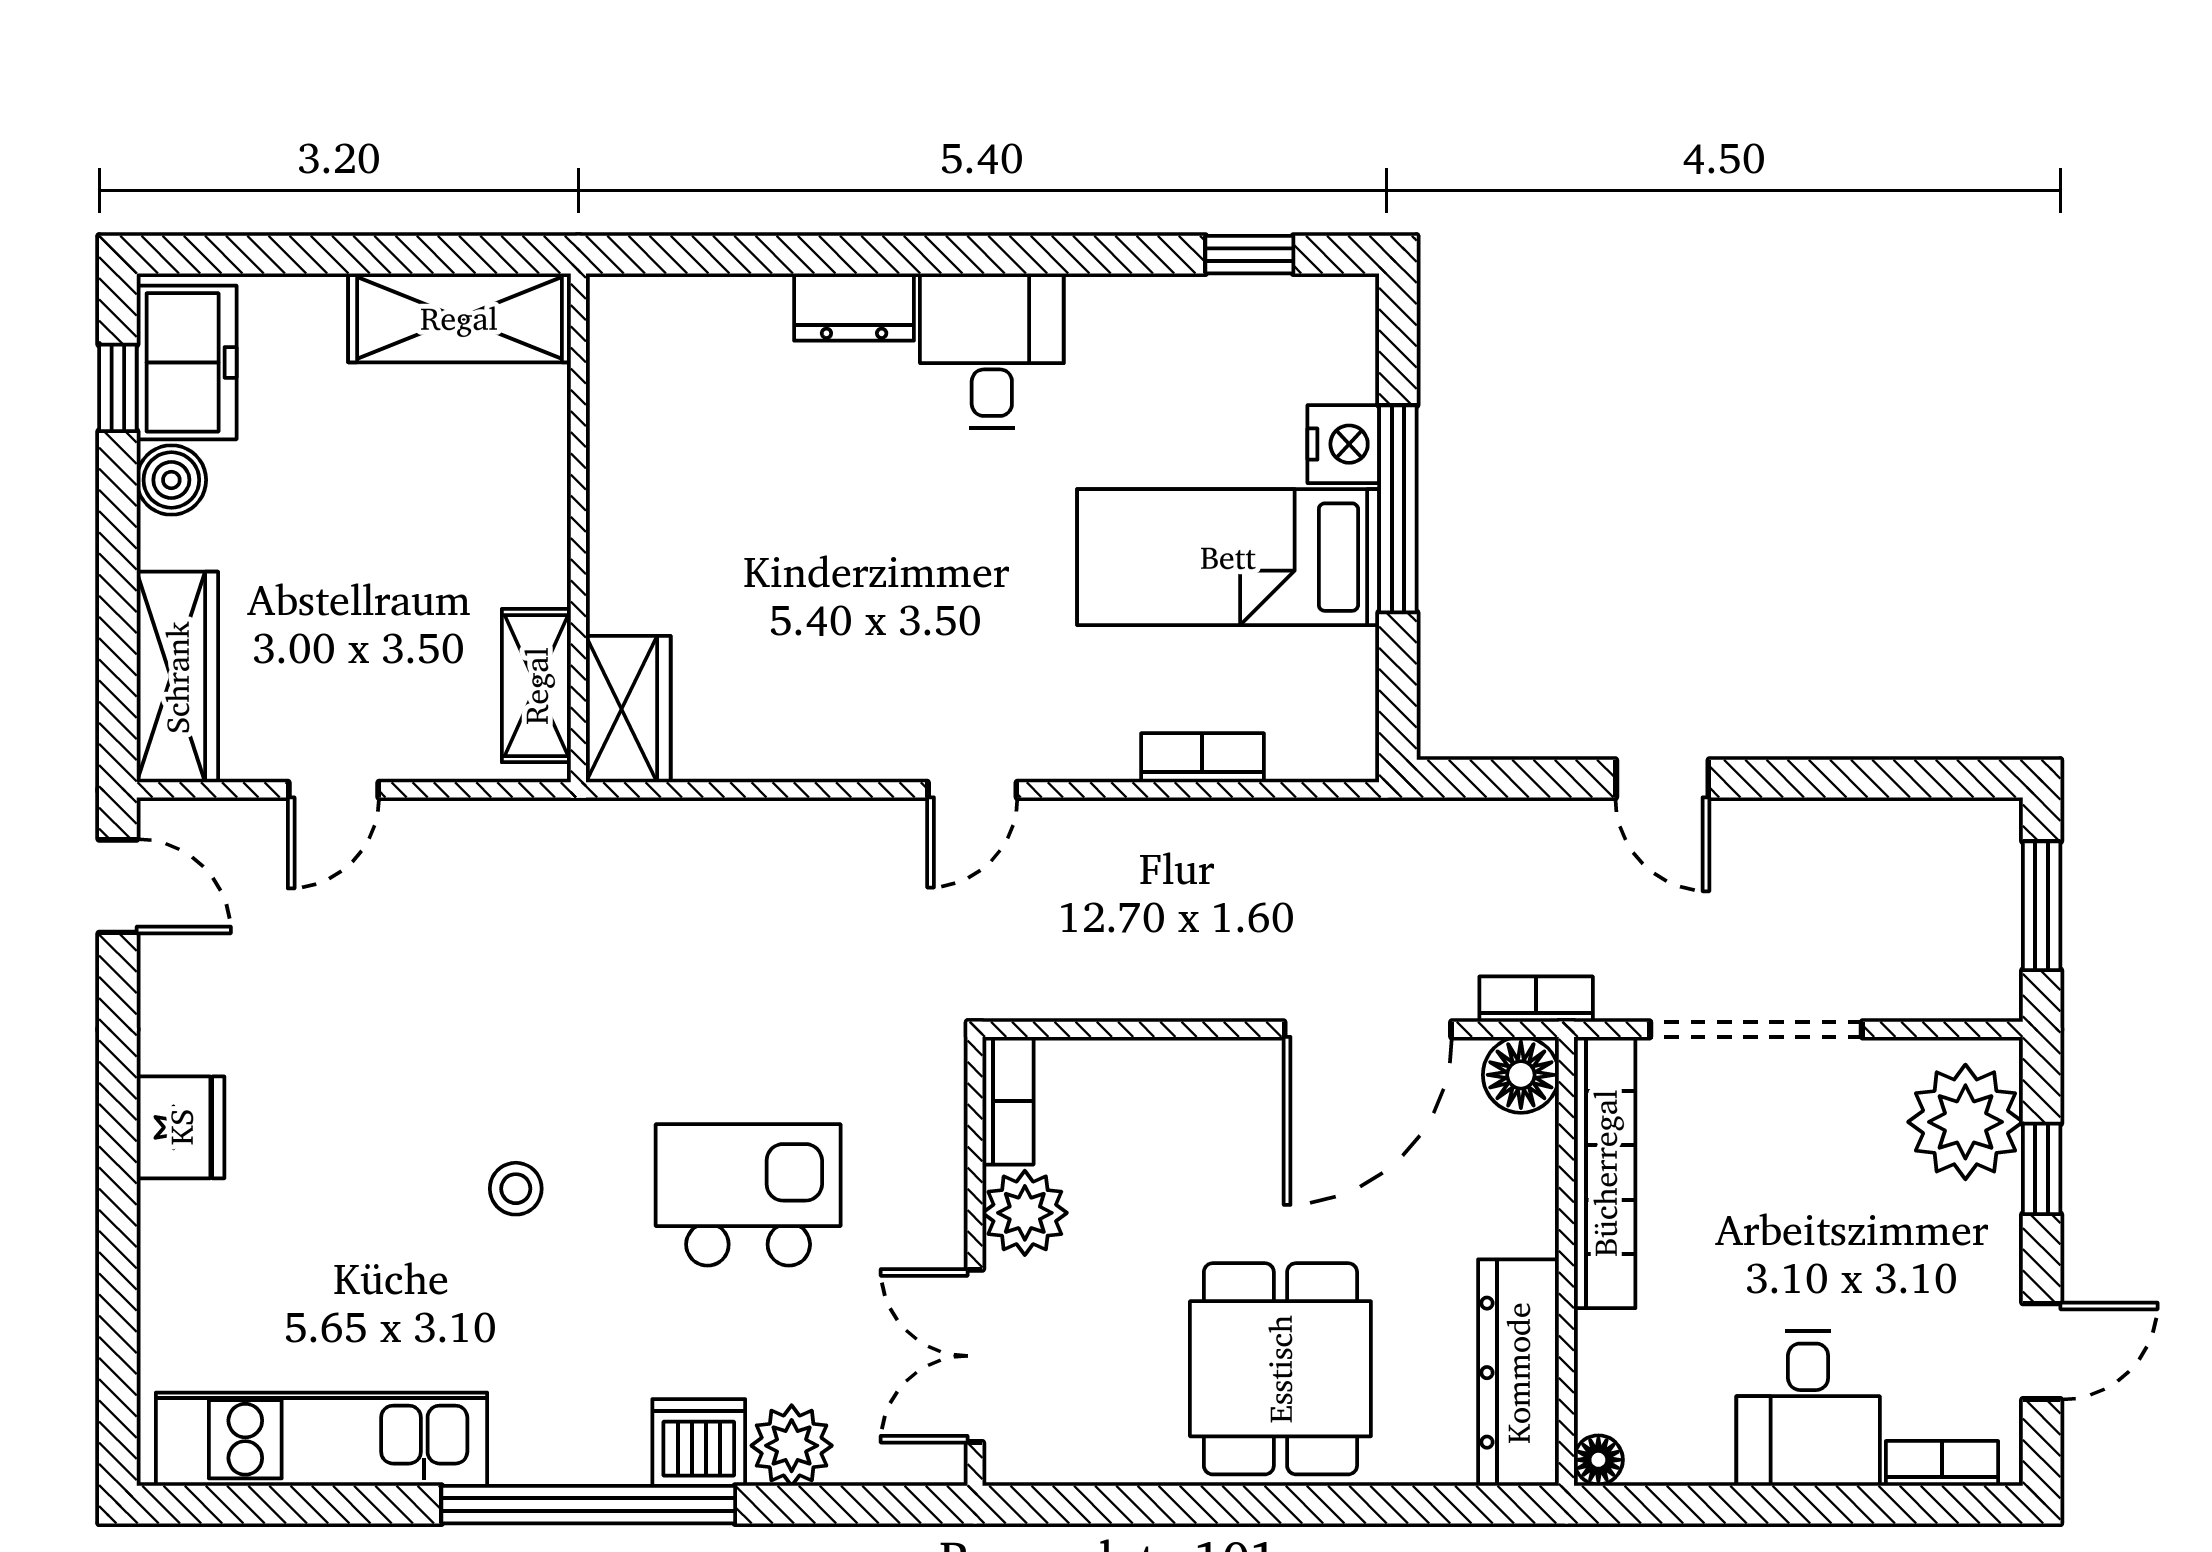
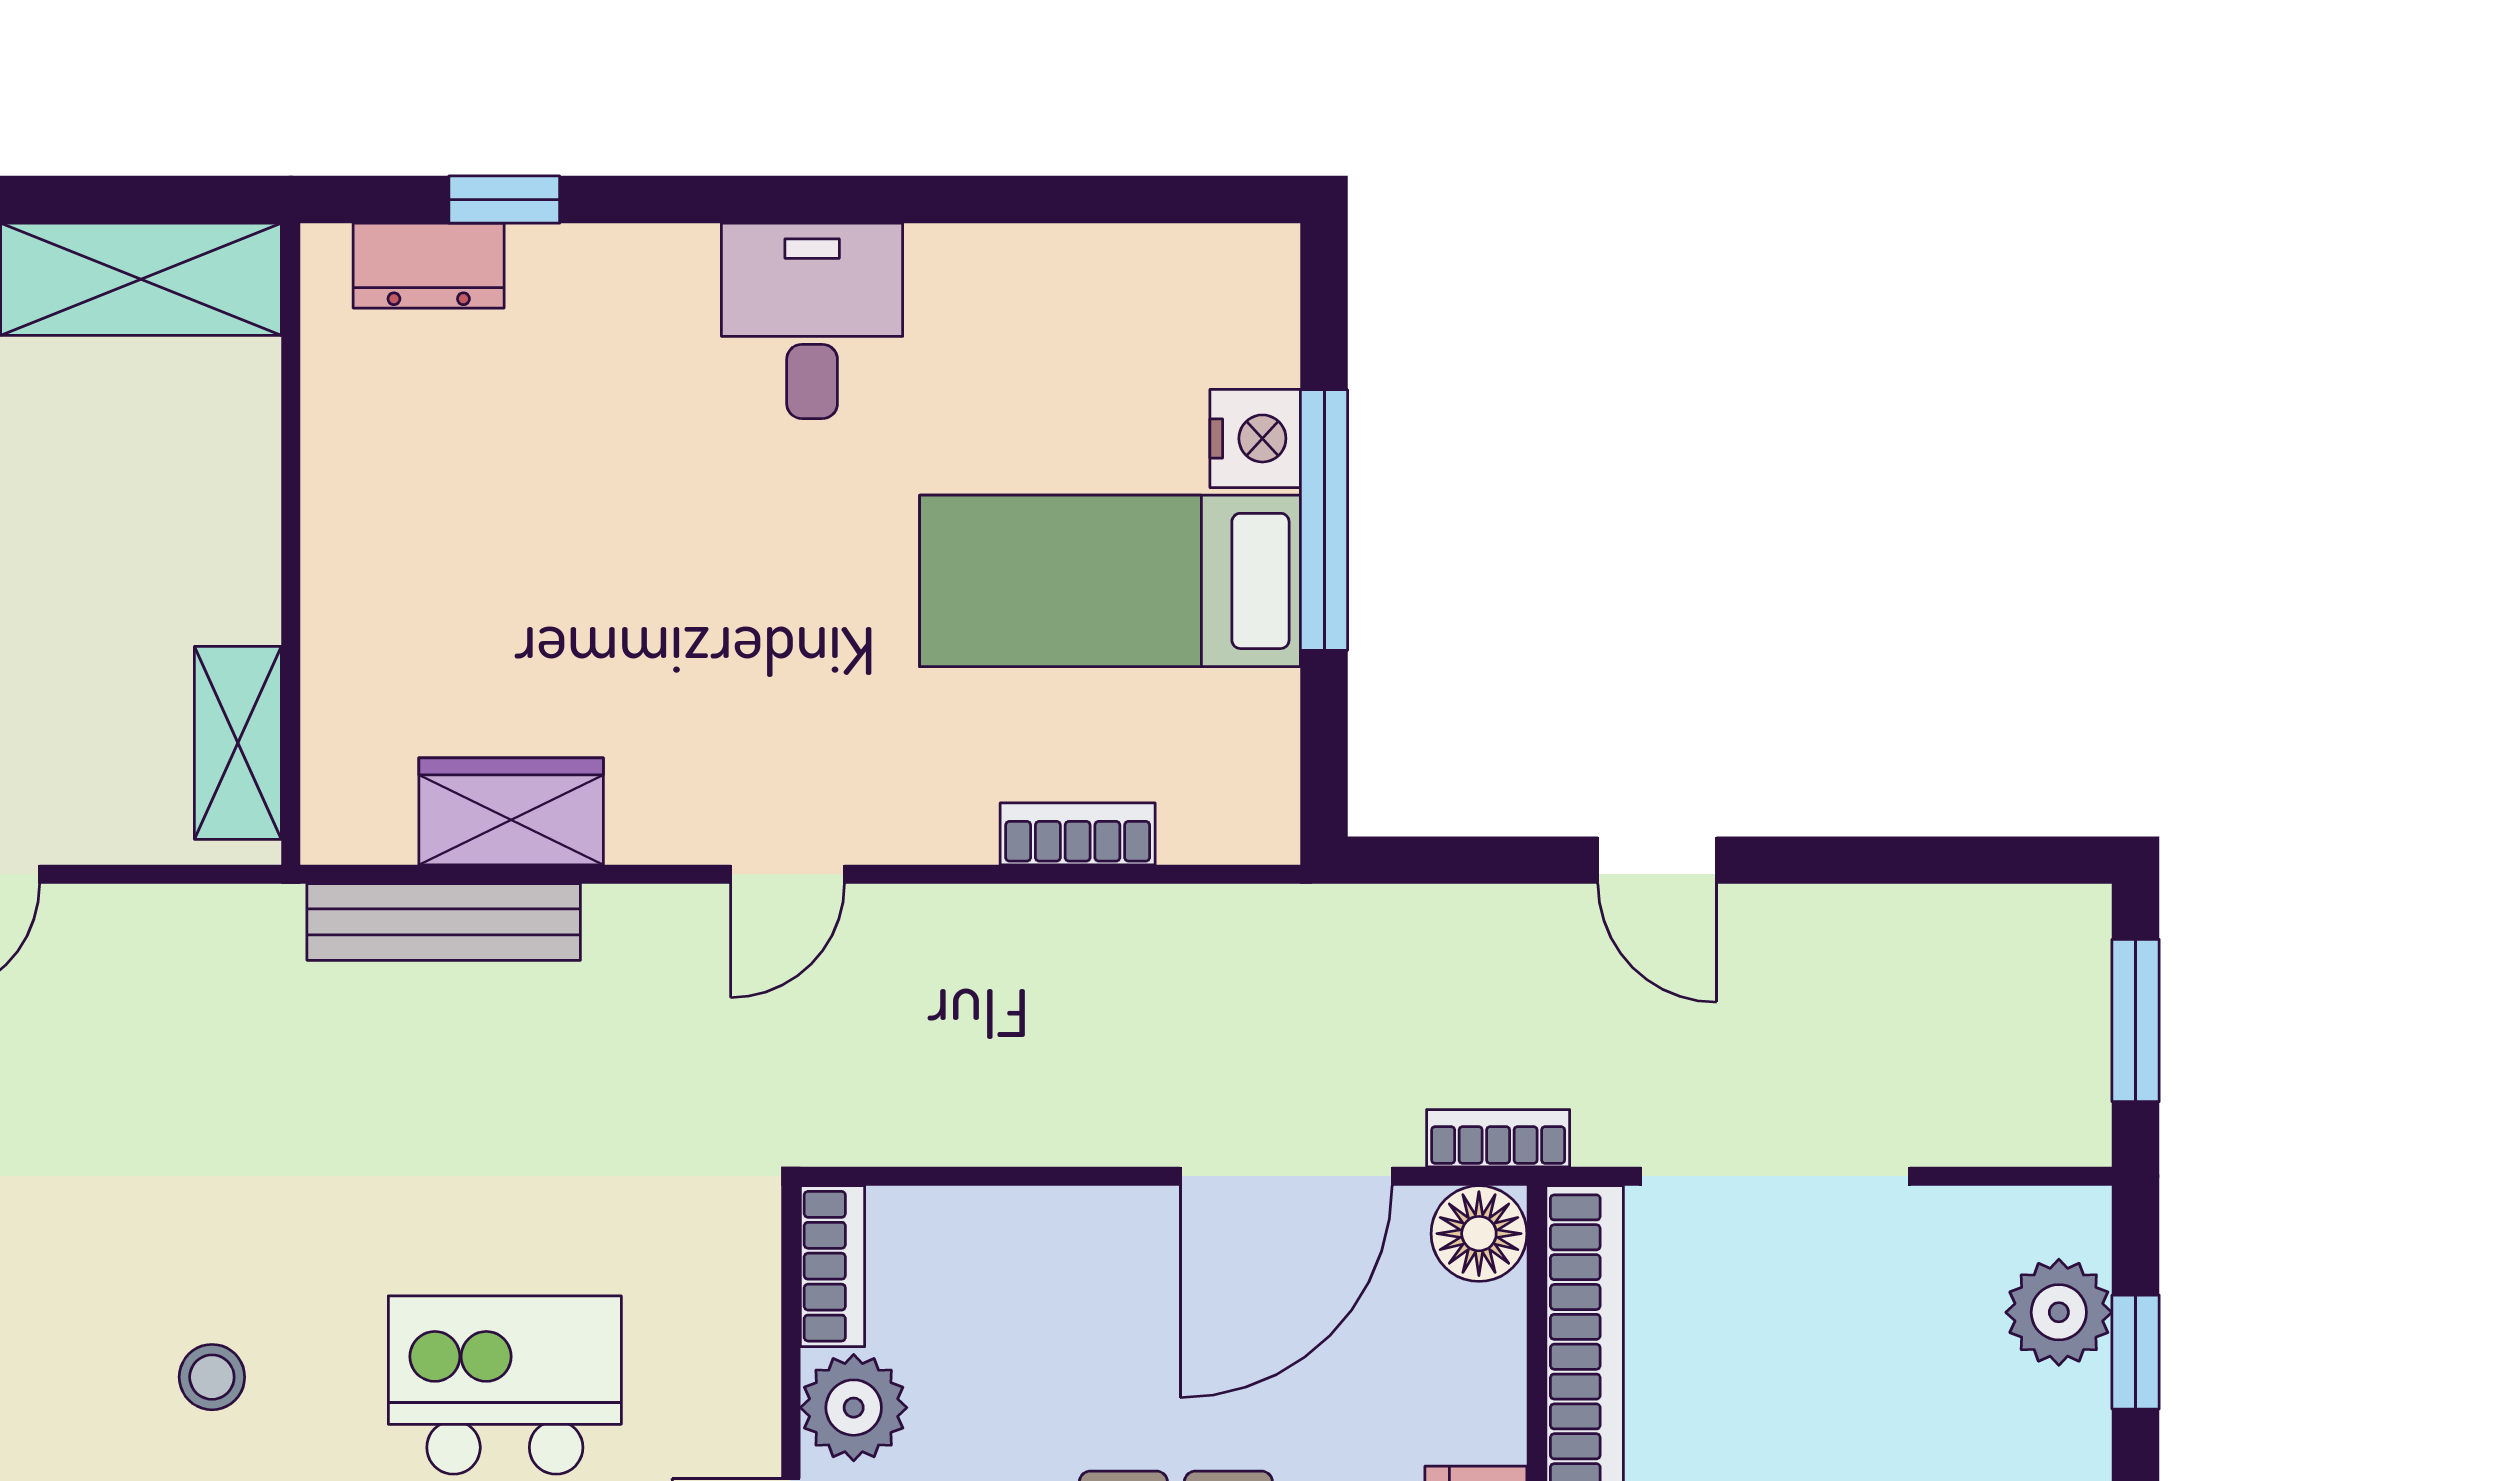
window: (1249, 255) -> (504, 200), moved
dresser: (854, 307) -> (429, 266), moved
wardrobe: (628, 709) -> (511, 811), moved, turned -90
bench: (700, 828) -> (444, 922), added
plant: (1965, 1122) -> (2059, 1312), width x0.73, depth x0.73

